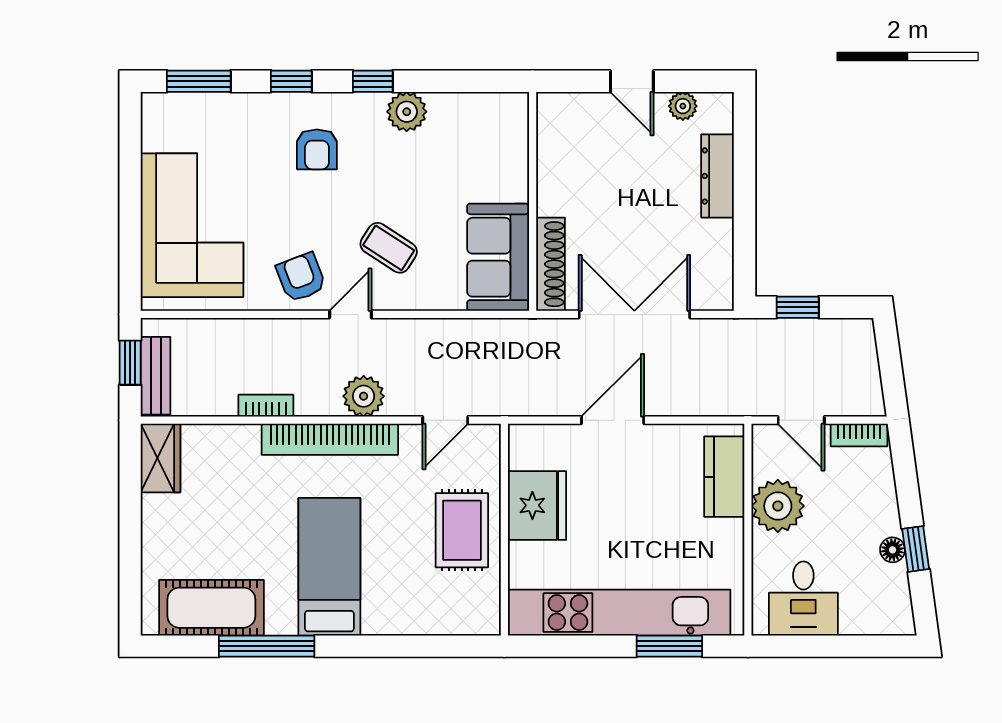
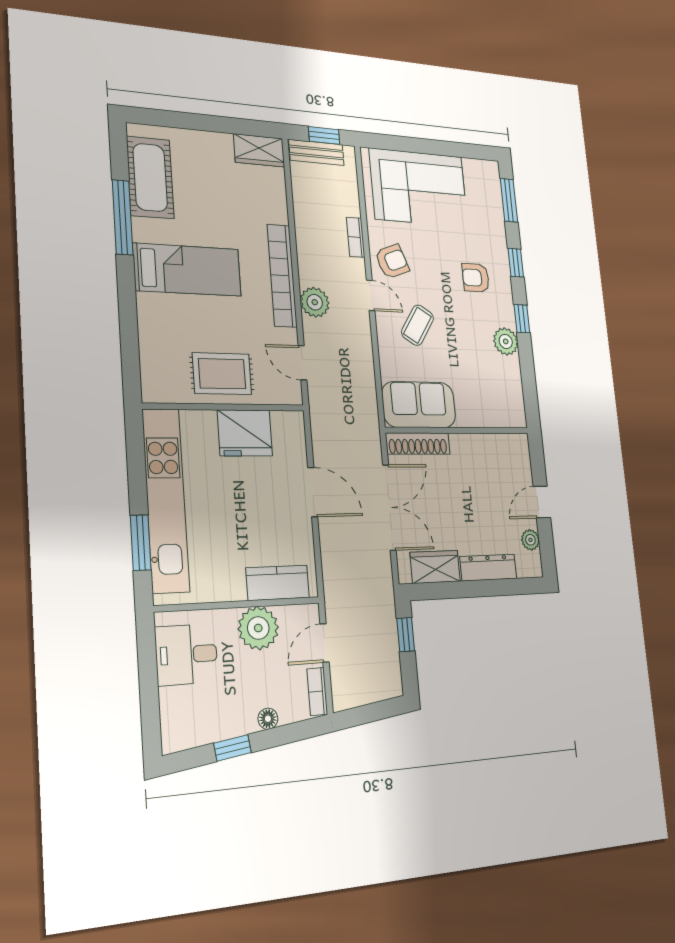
wardrobe: (713, 256) -> (435, 567), added
bookcase: (266, 406) -> (356, 237), moved, turned 180
floor lamp: (893, 550) -> (268, 719), moved

